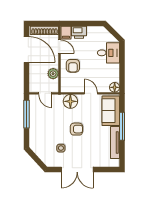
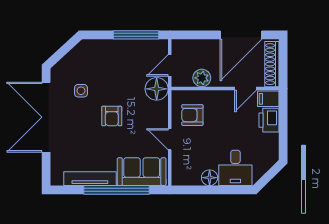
armchair: (73, 66) -> (192, 115), moved
floor lamp: (115, 87) -> (210, 178), moved
door: (91, 93) -> (170, 139), swing flipped
floor lamp: (70, 101) -> (157, 89), moved
window: (122, 126) -> (116, 190), width x1.46
double door: (77, 170) -> (46, 117), width x1.36

